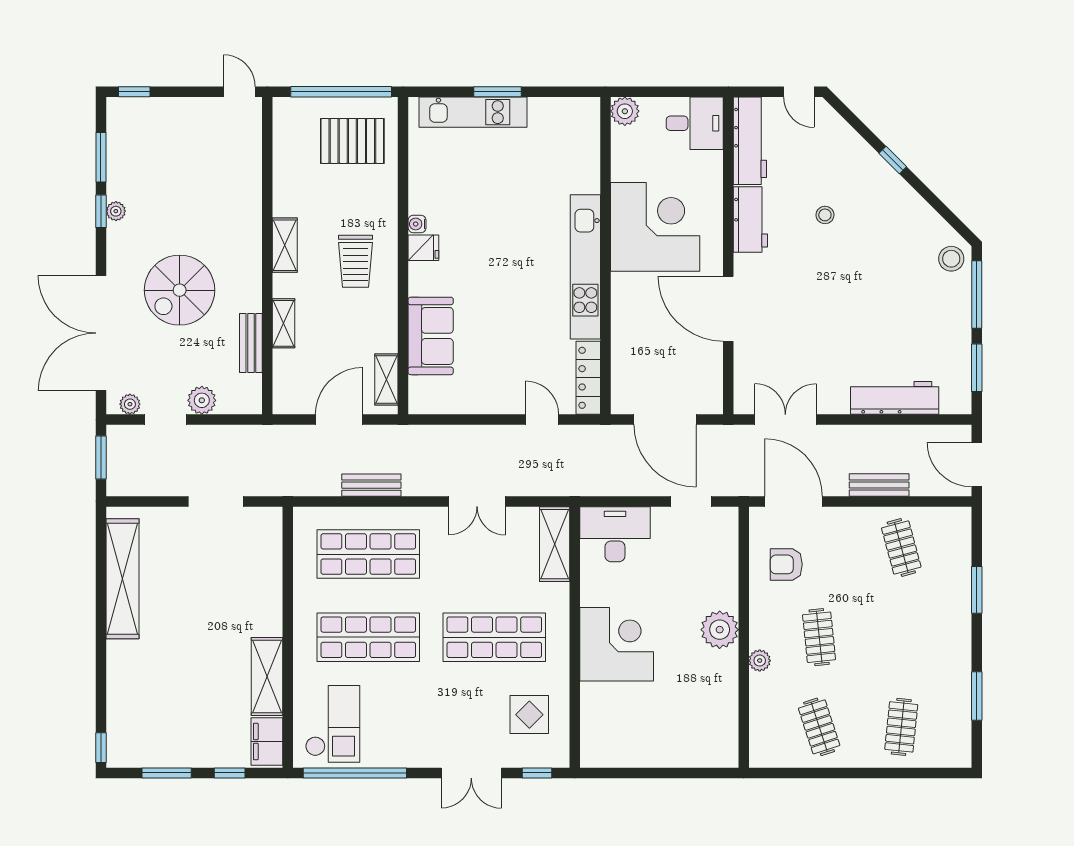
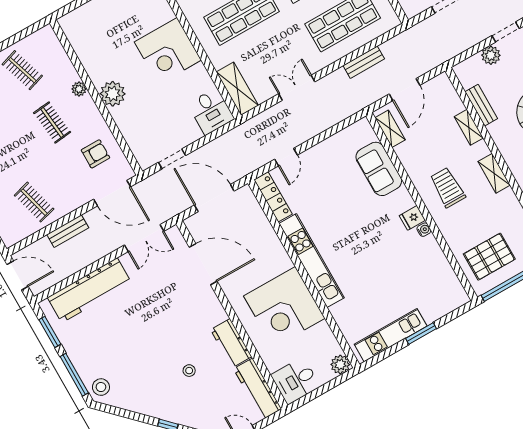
kitchen unit: (473, 112) -> (391, 335), moved
door: (728, 309) -> (203, 264), moved
workbench: (895, 398) -> (89, 290), width x1.36, depth x1.32
door: (542, 420) -> (286, 157), hinge flipped
desk: (615, 534) -> (211, 111), width x0.73

